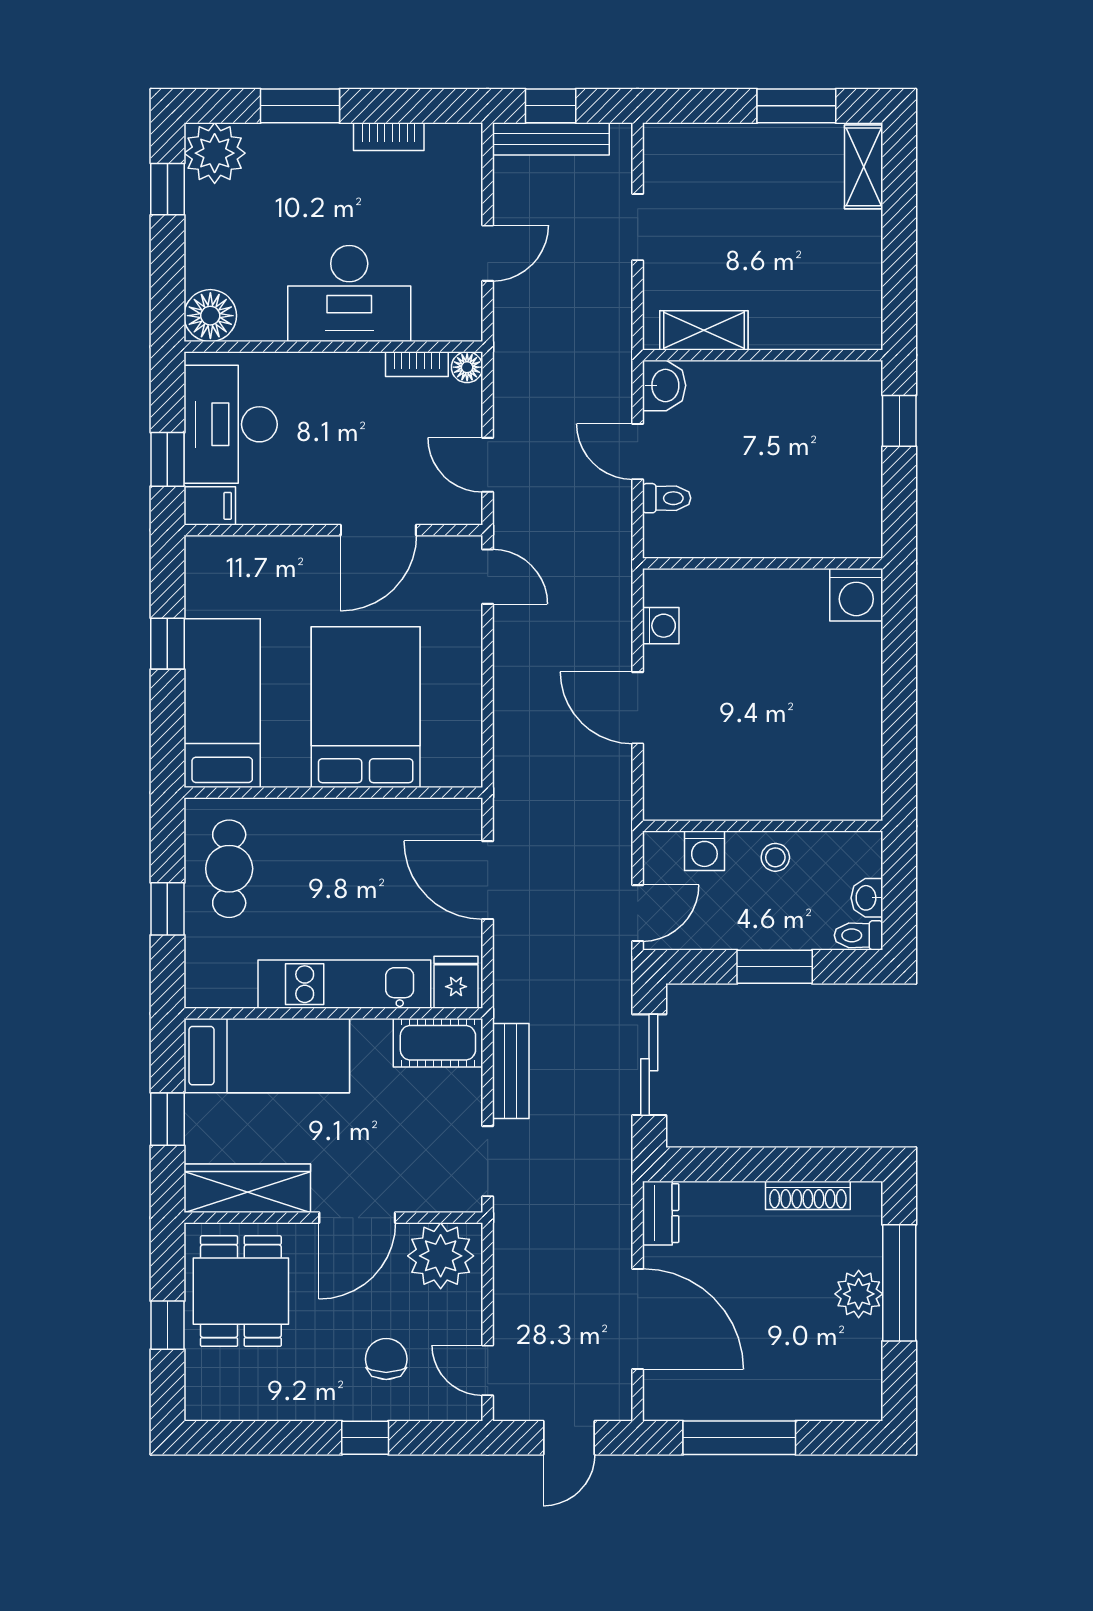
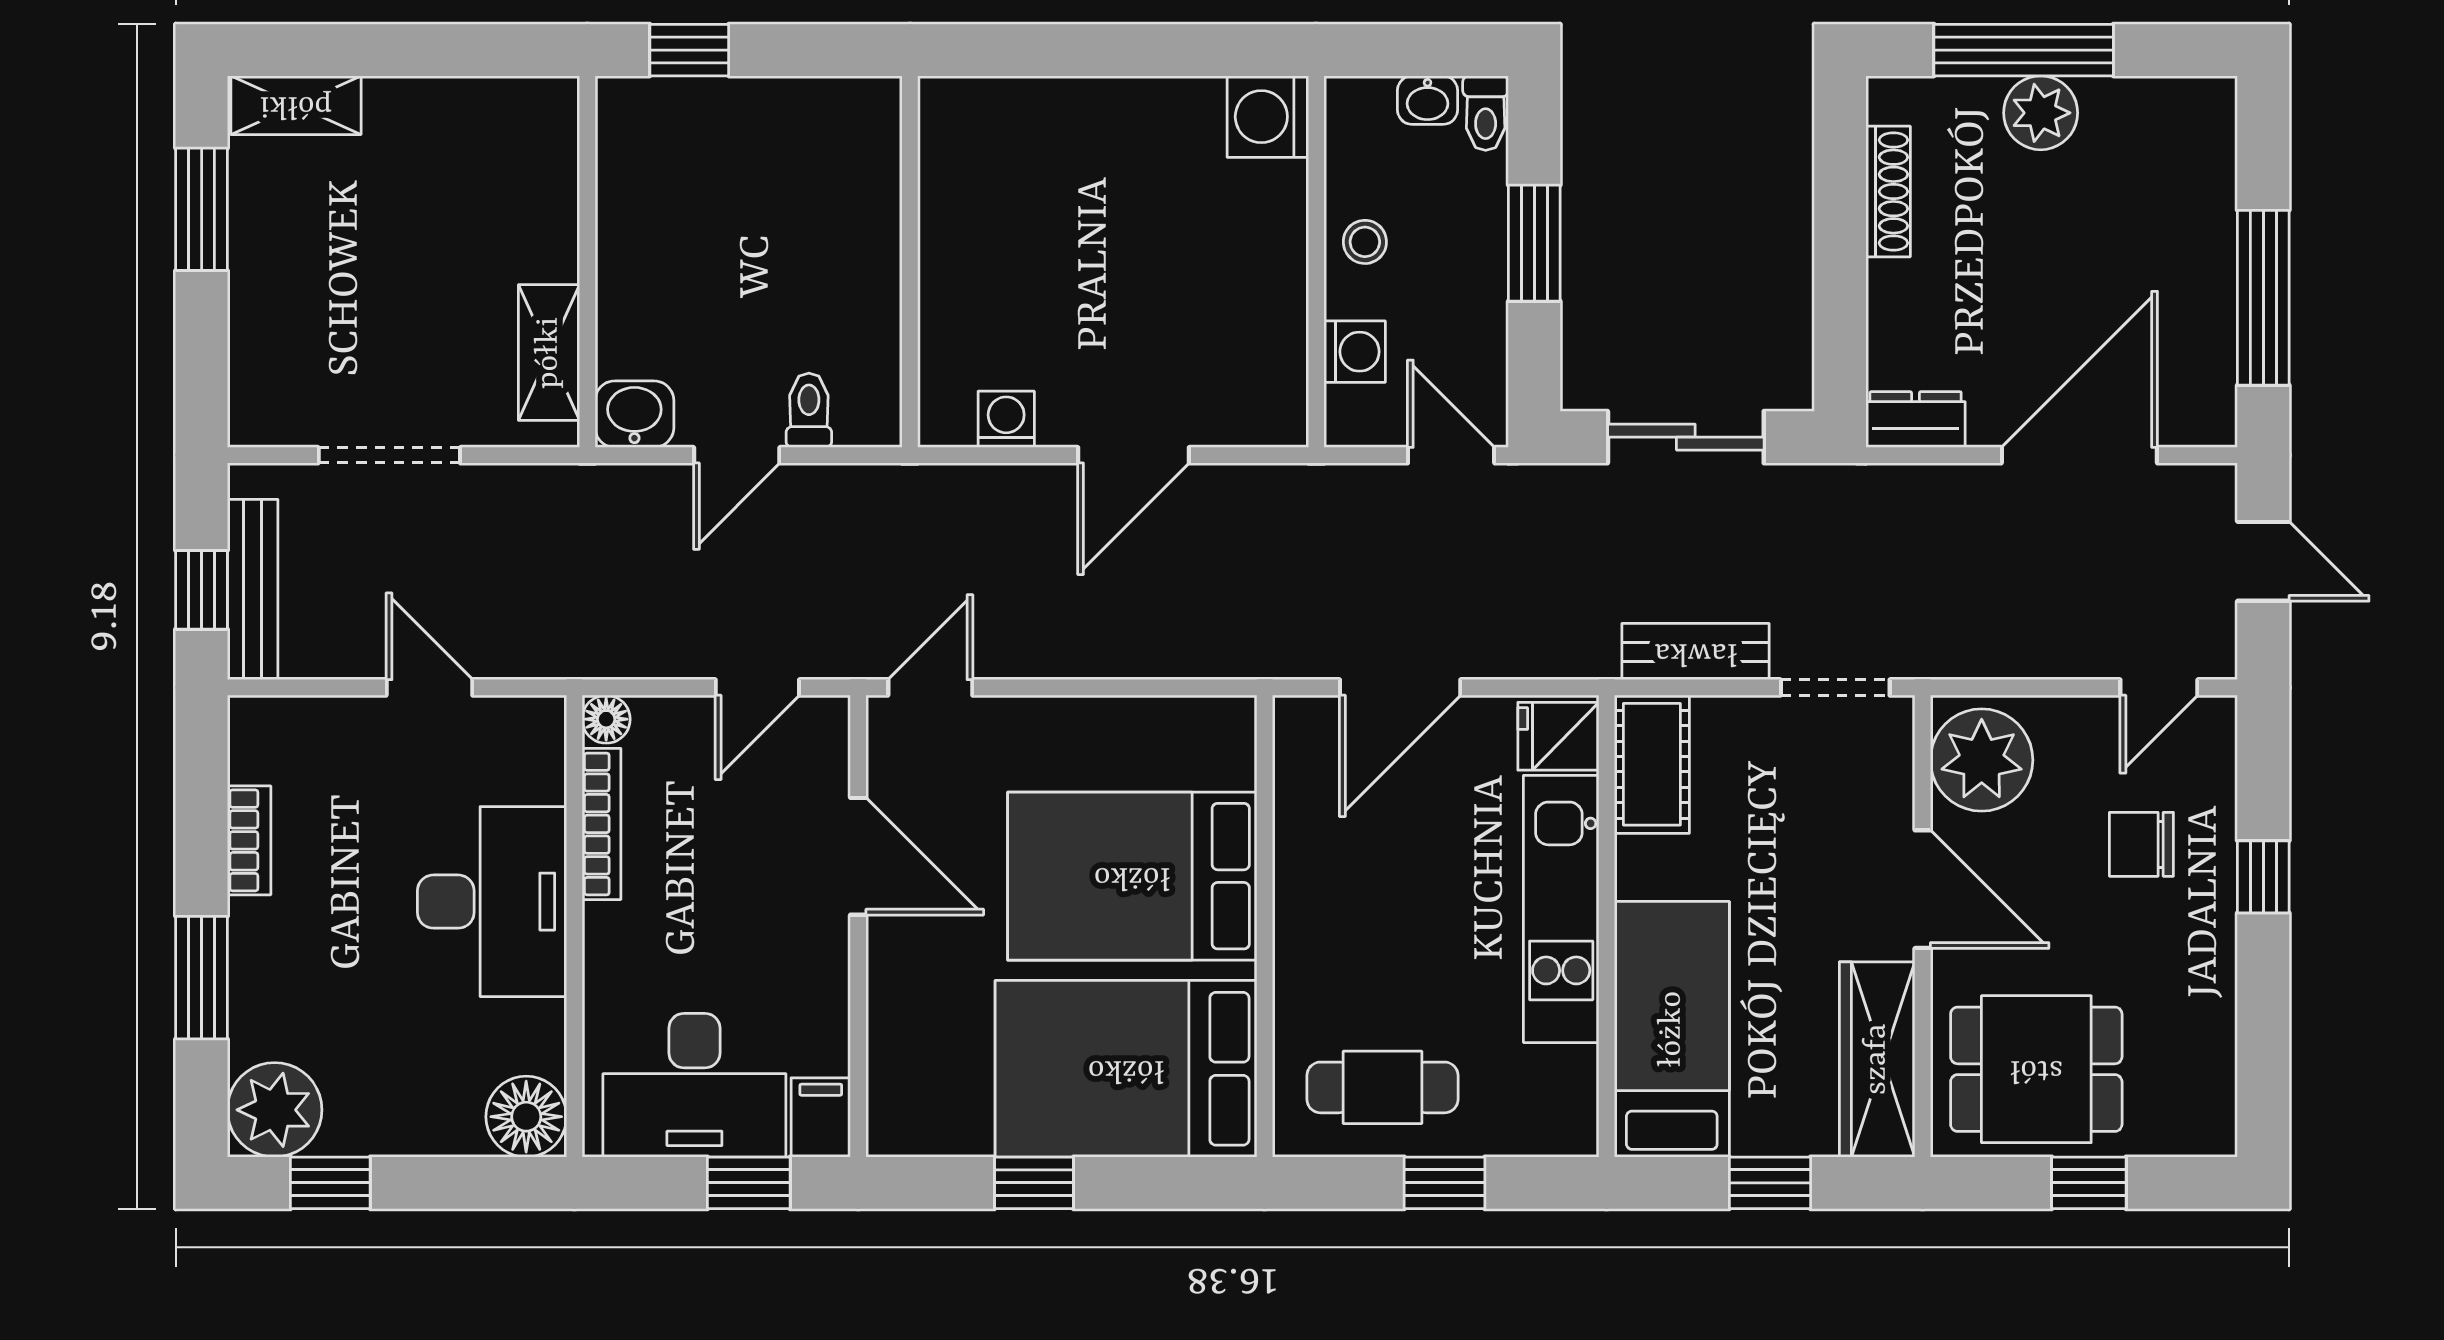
doorway: (638, 227) -> (389, 455), width x1.38
bookcase: (417, 364) -> (601, 824), width x1.56
washing machine: (856, 595) -> (1268, 117), moved, turned 180
bed: (222, 703) -> (1126, 1069), width x1.50

